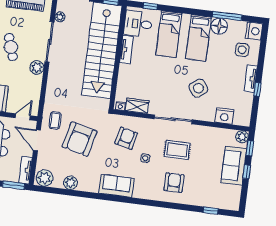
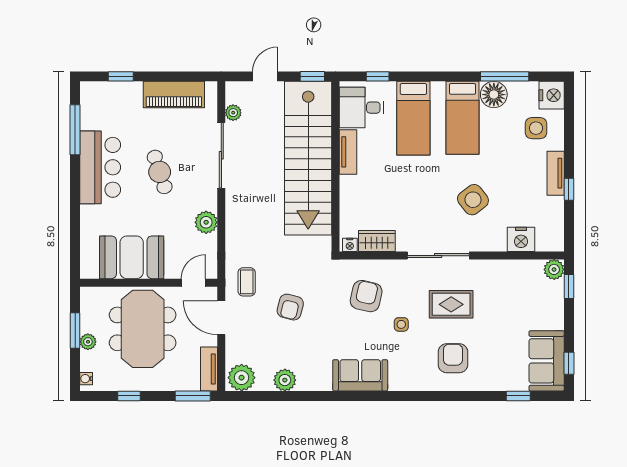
plant: (37, 68) -> (206, 222), moved
armchair: (79, 139) -> (290, 307), width x0.53, depth x0.53
sofa: (234, 166) -> (547, 361), moved
window: (247, 172) -> (569, 363), moved

